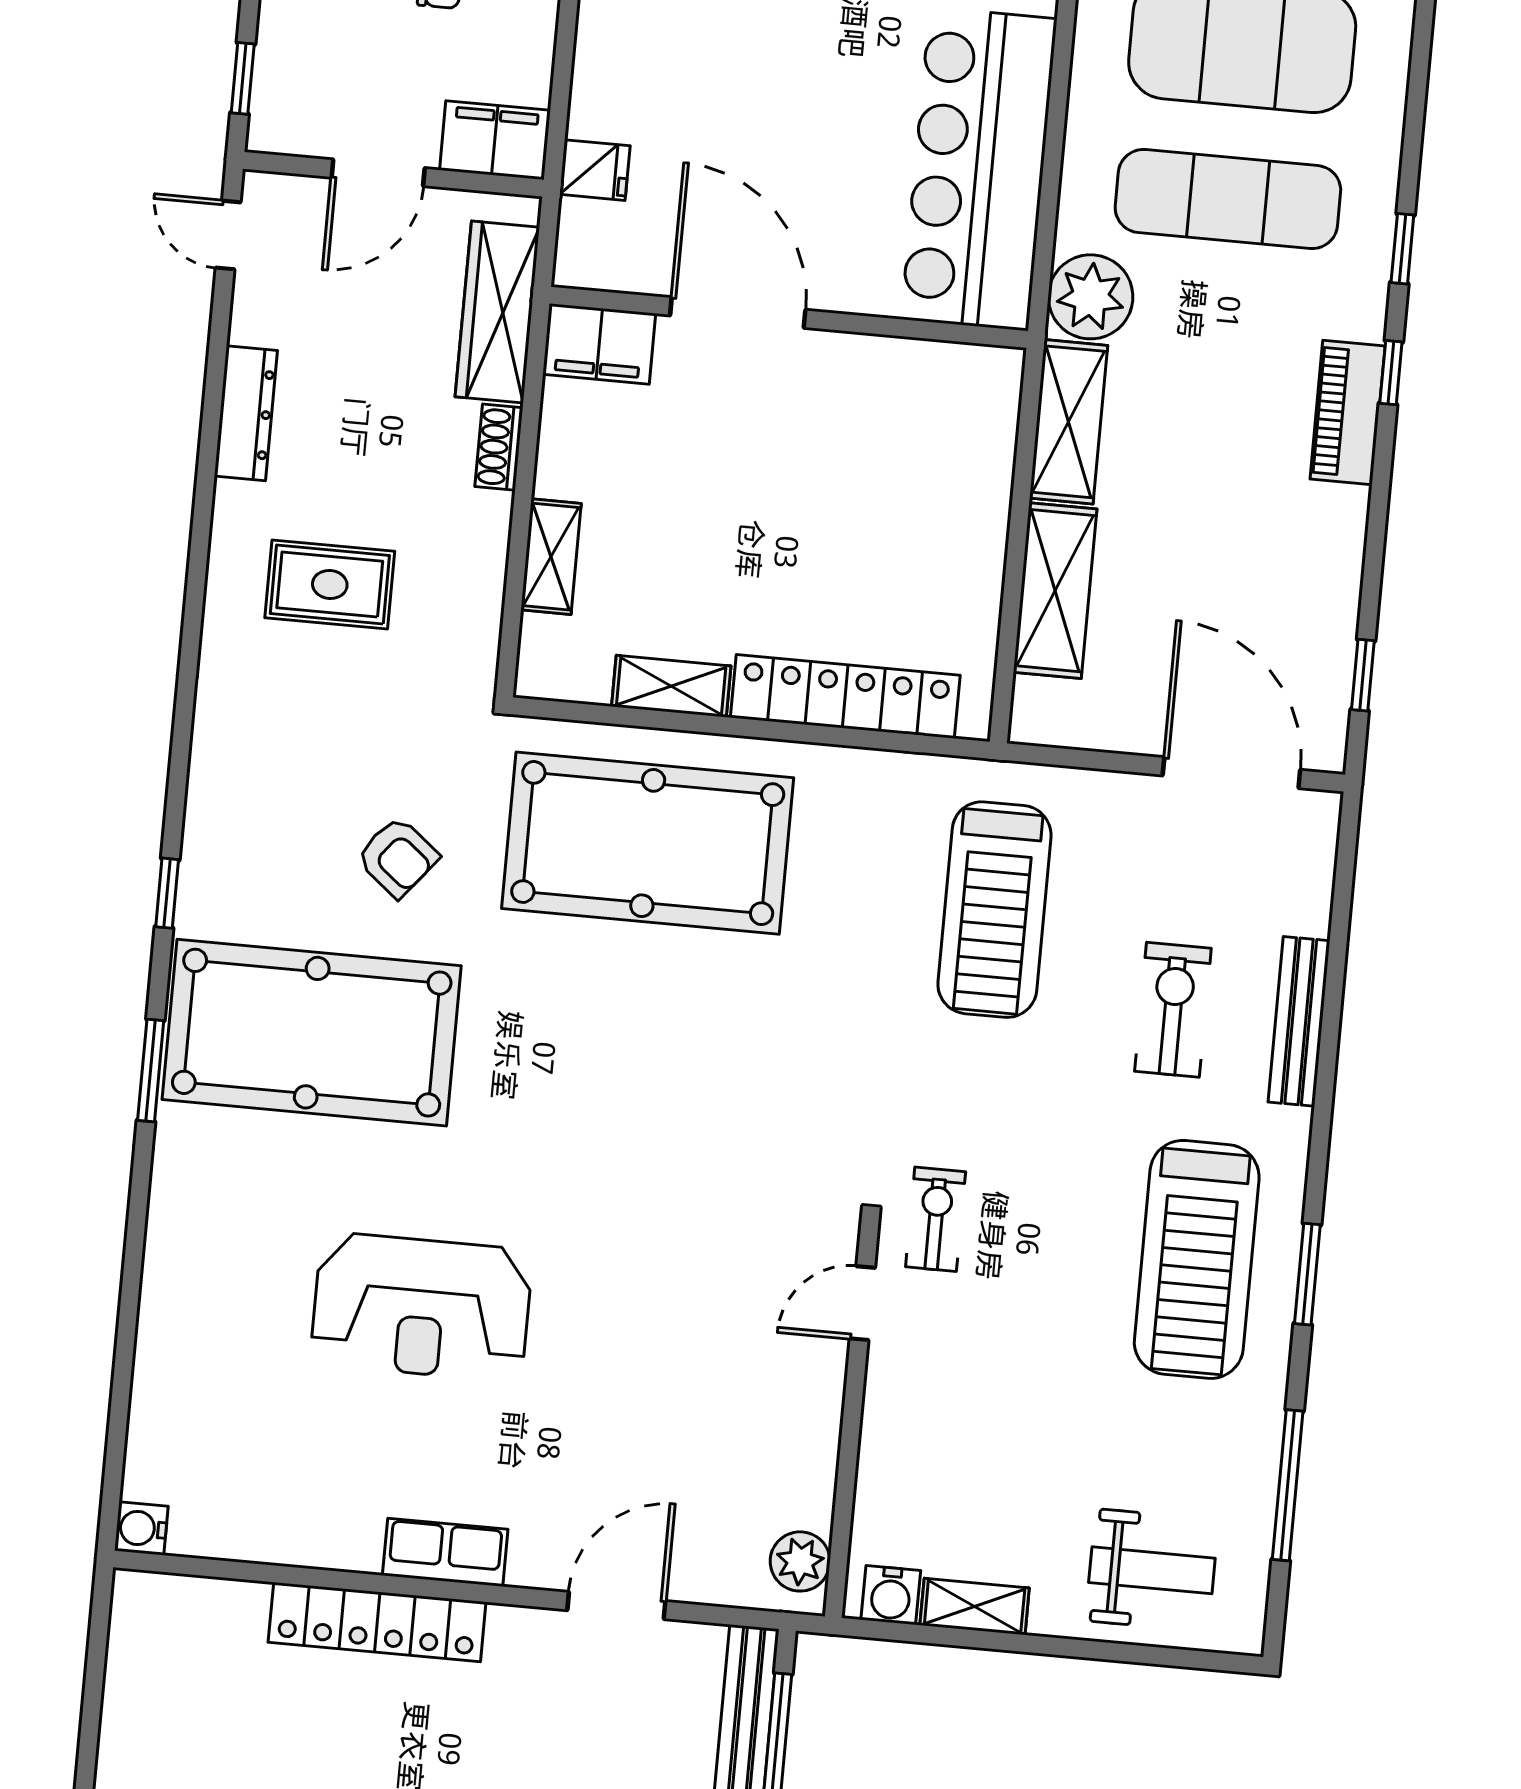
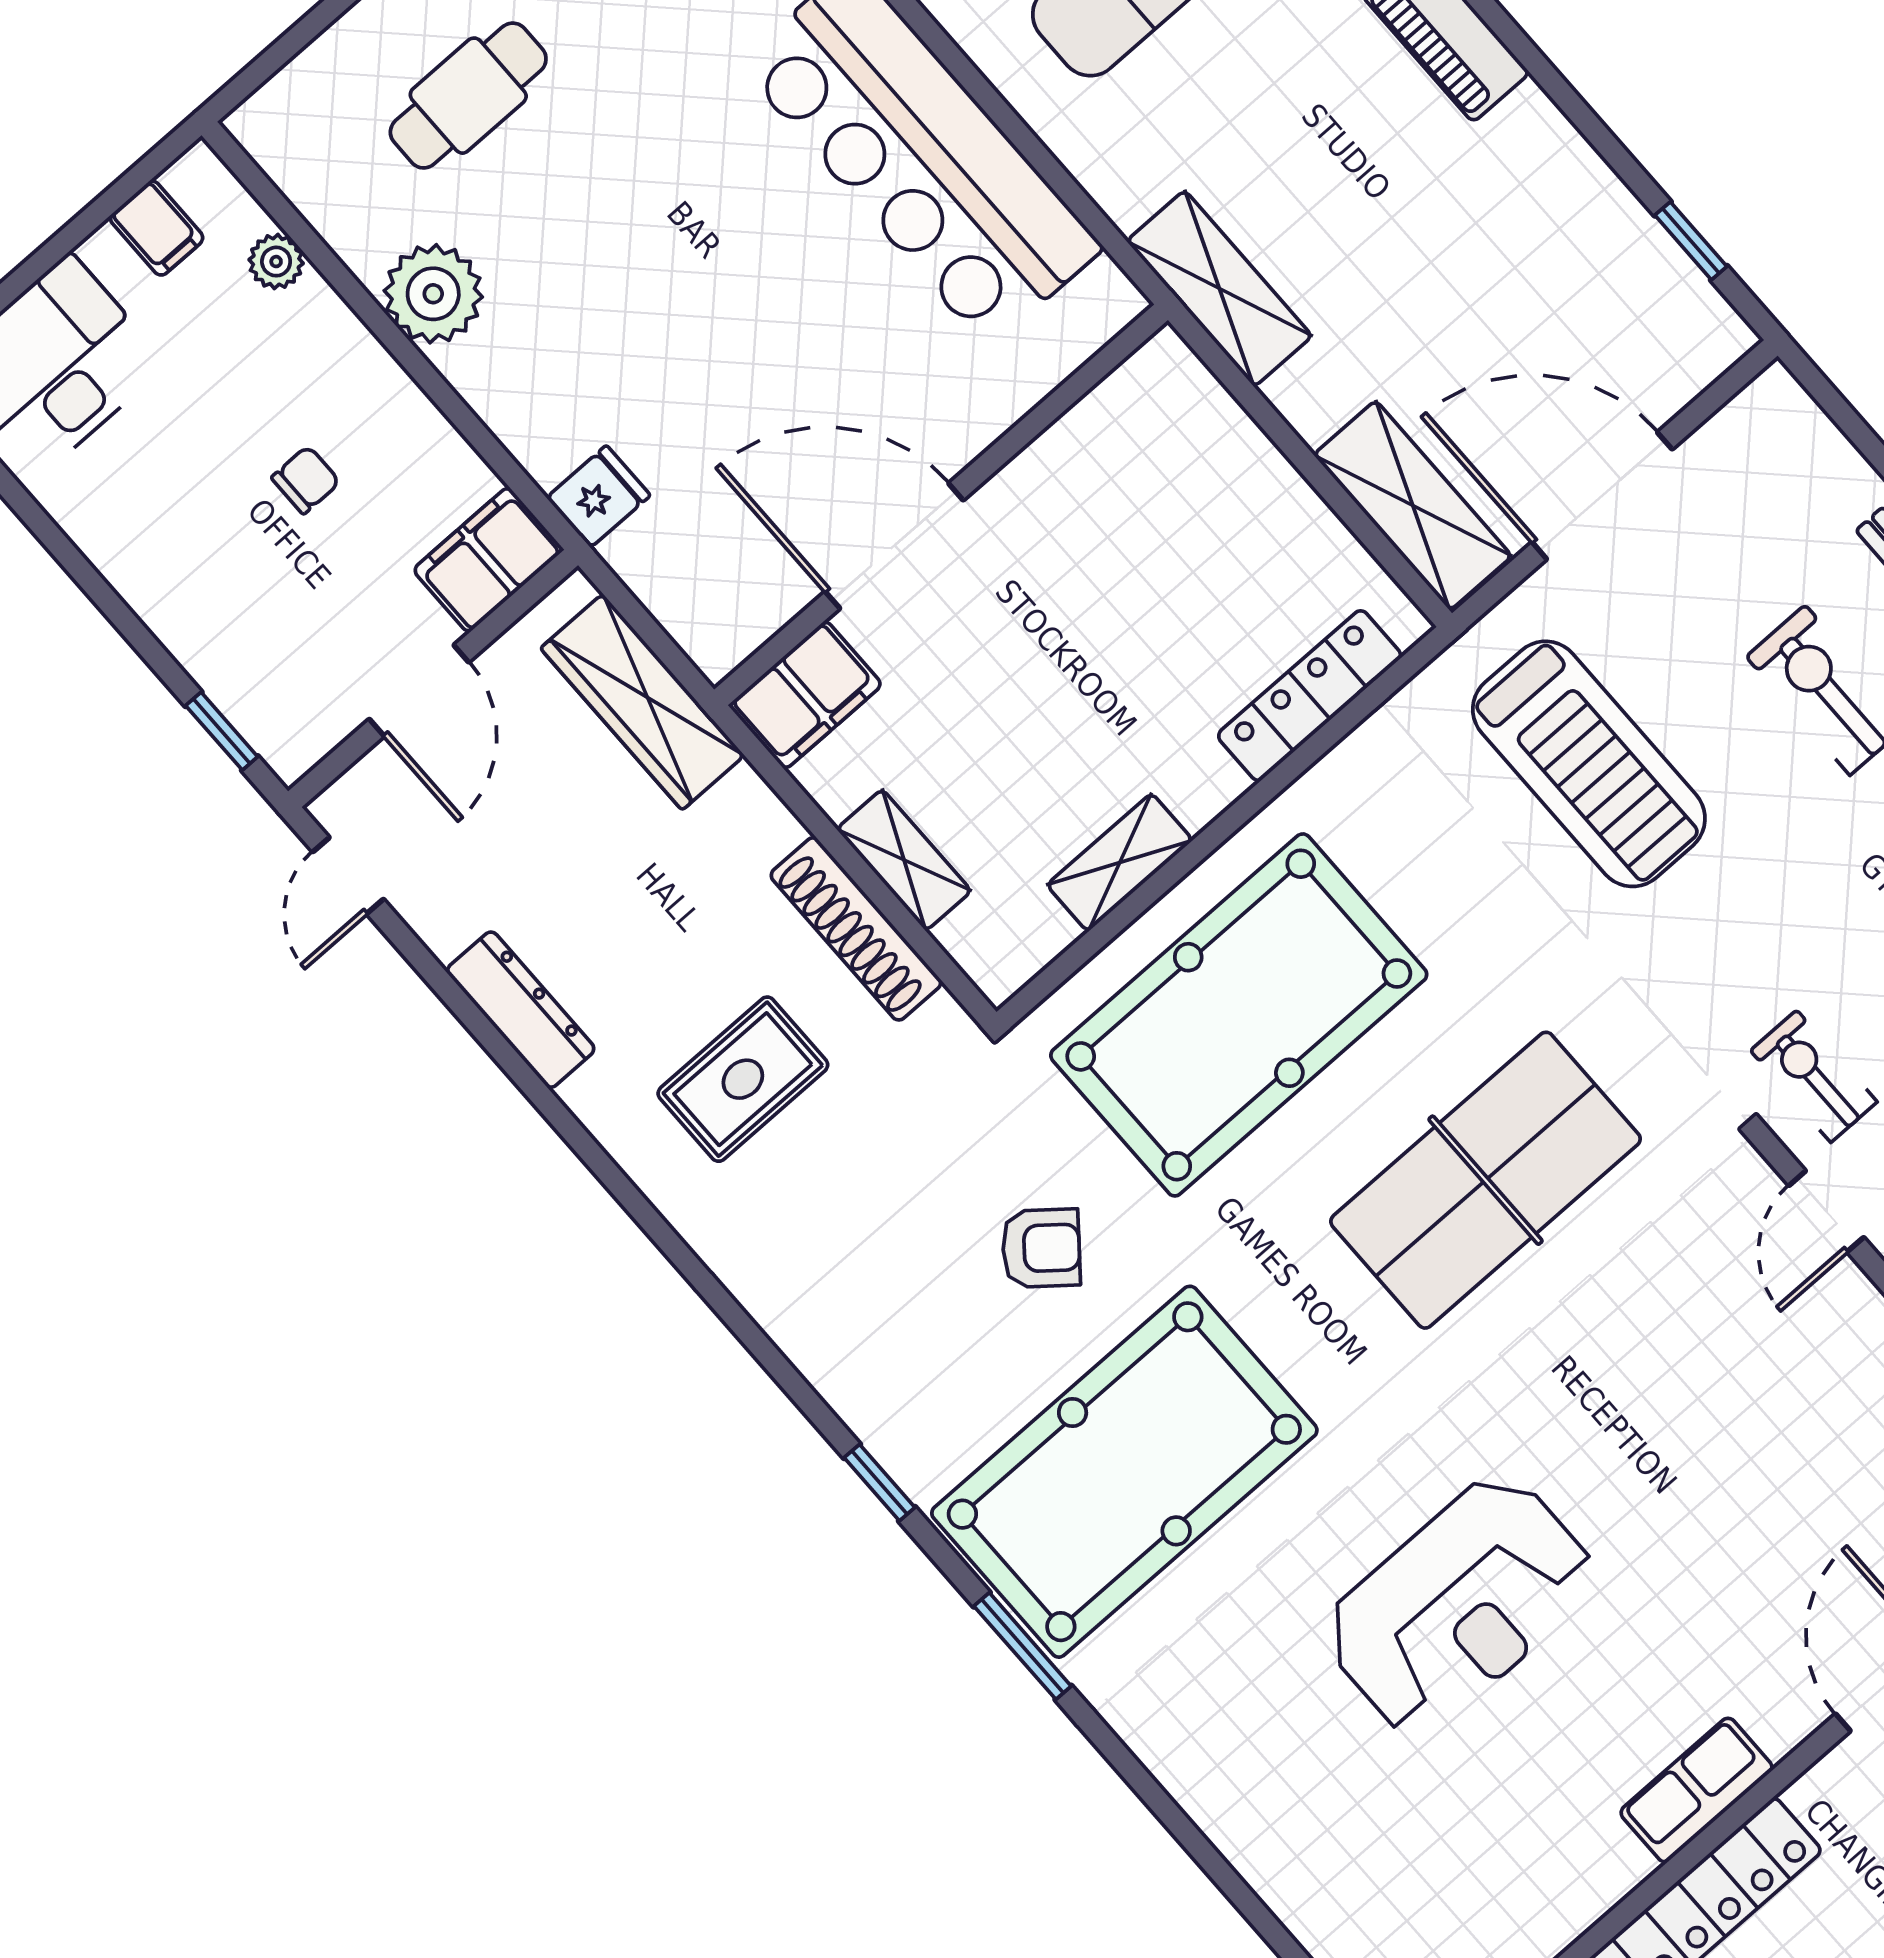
door: (228, 235) -> (348, 876), hinge flipped
plant: (1091, 297) -> (1127, 164), removed
door: (738, 313) -> (894, 546), moved
wall: (789, 317) -> (941, 505), moved
filing cabinet: (599, 344) -> (805, 695), moved
shoe rack: (499, 447) -> (856, 929), moved, width x1.94, depth x1.24
shelving: (1055, 591) -> (1413, 505), moved
locker: (845, 696) -> (1310, 696), width x0.71, depth x0.83
door: (1231, 773) -> (1602, 496), moved
table tennis table: (689, 1083) -> (1486, 1180), added

